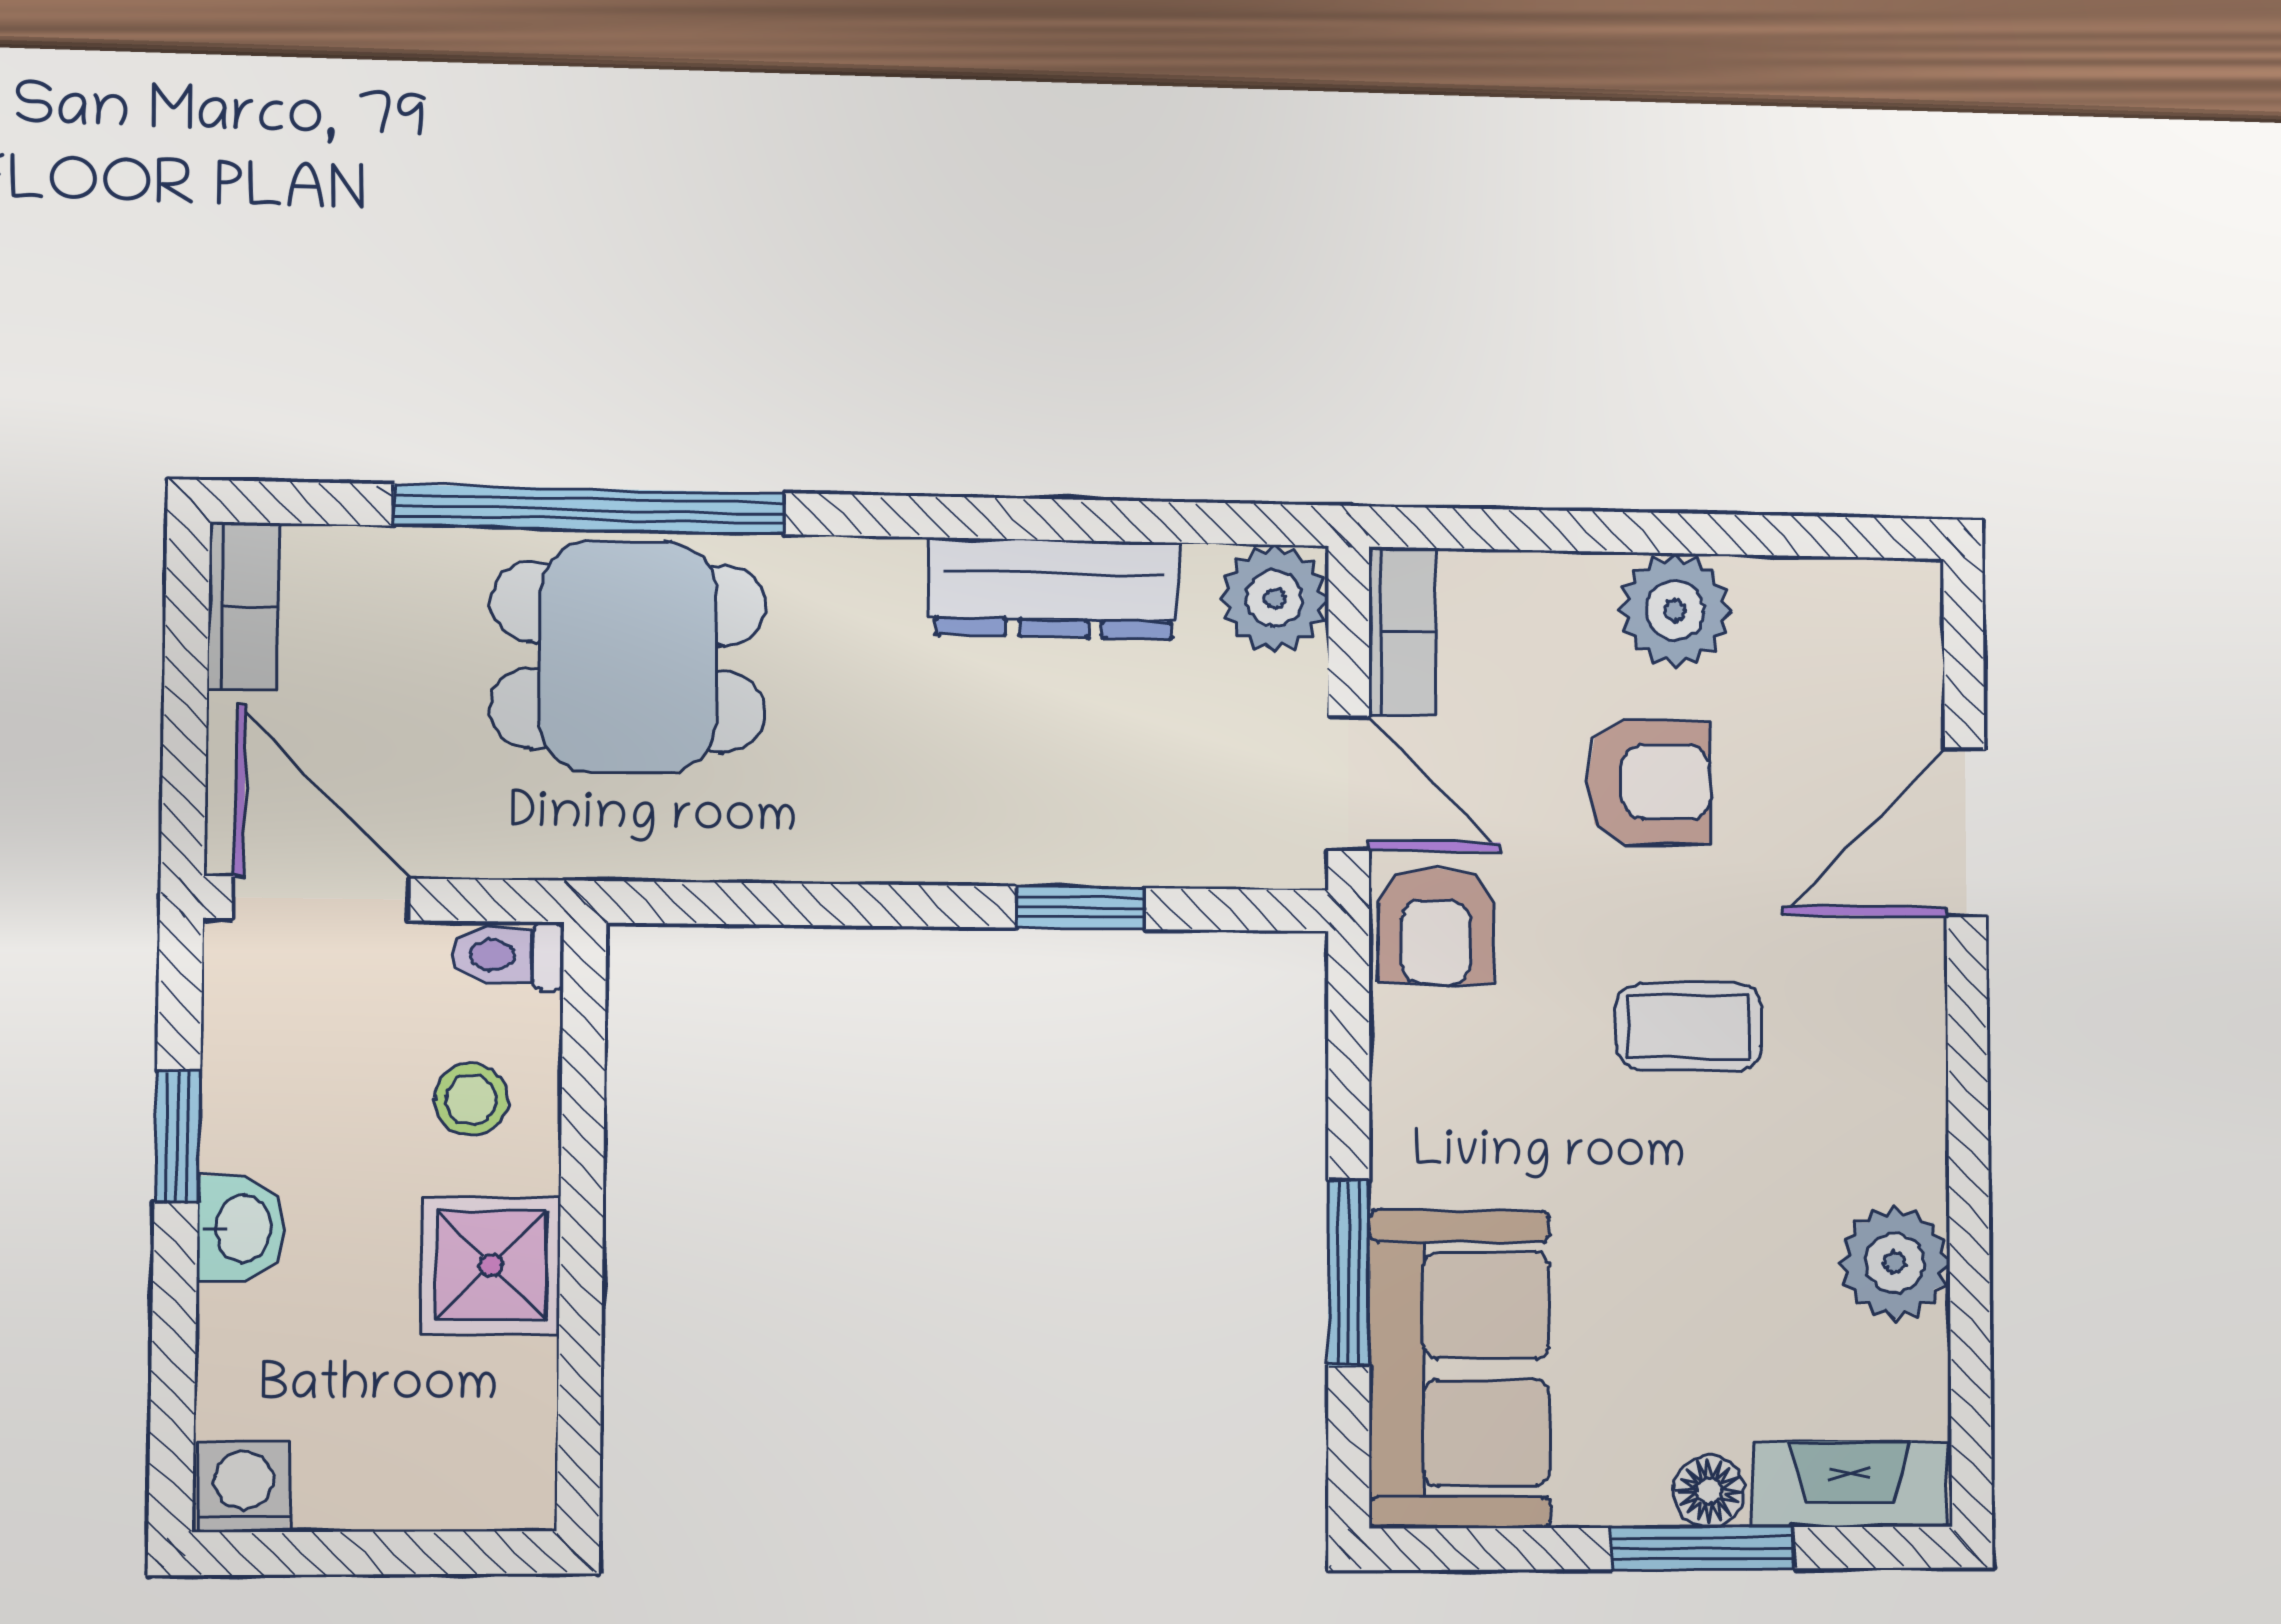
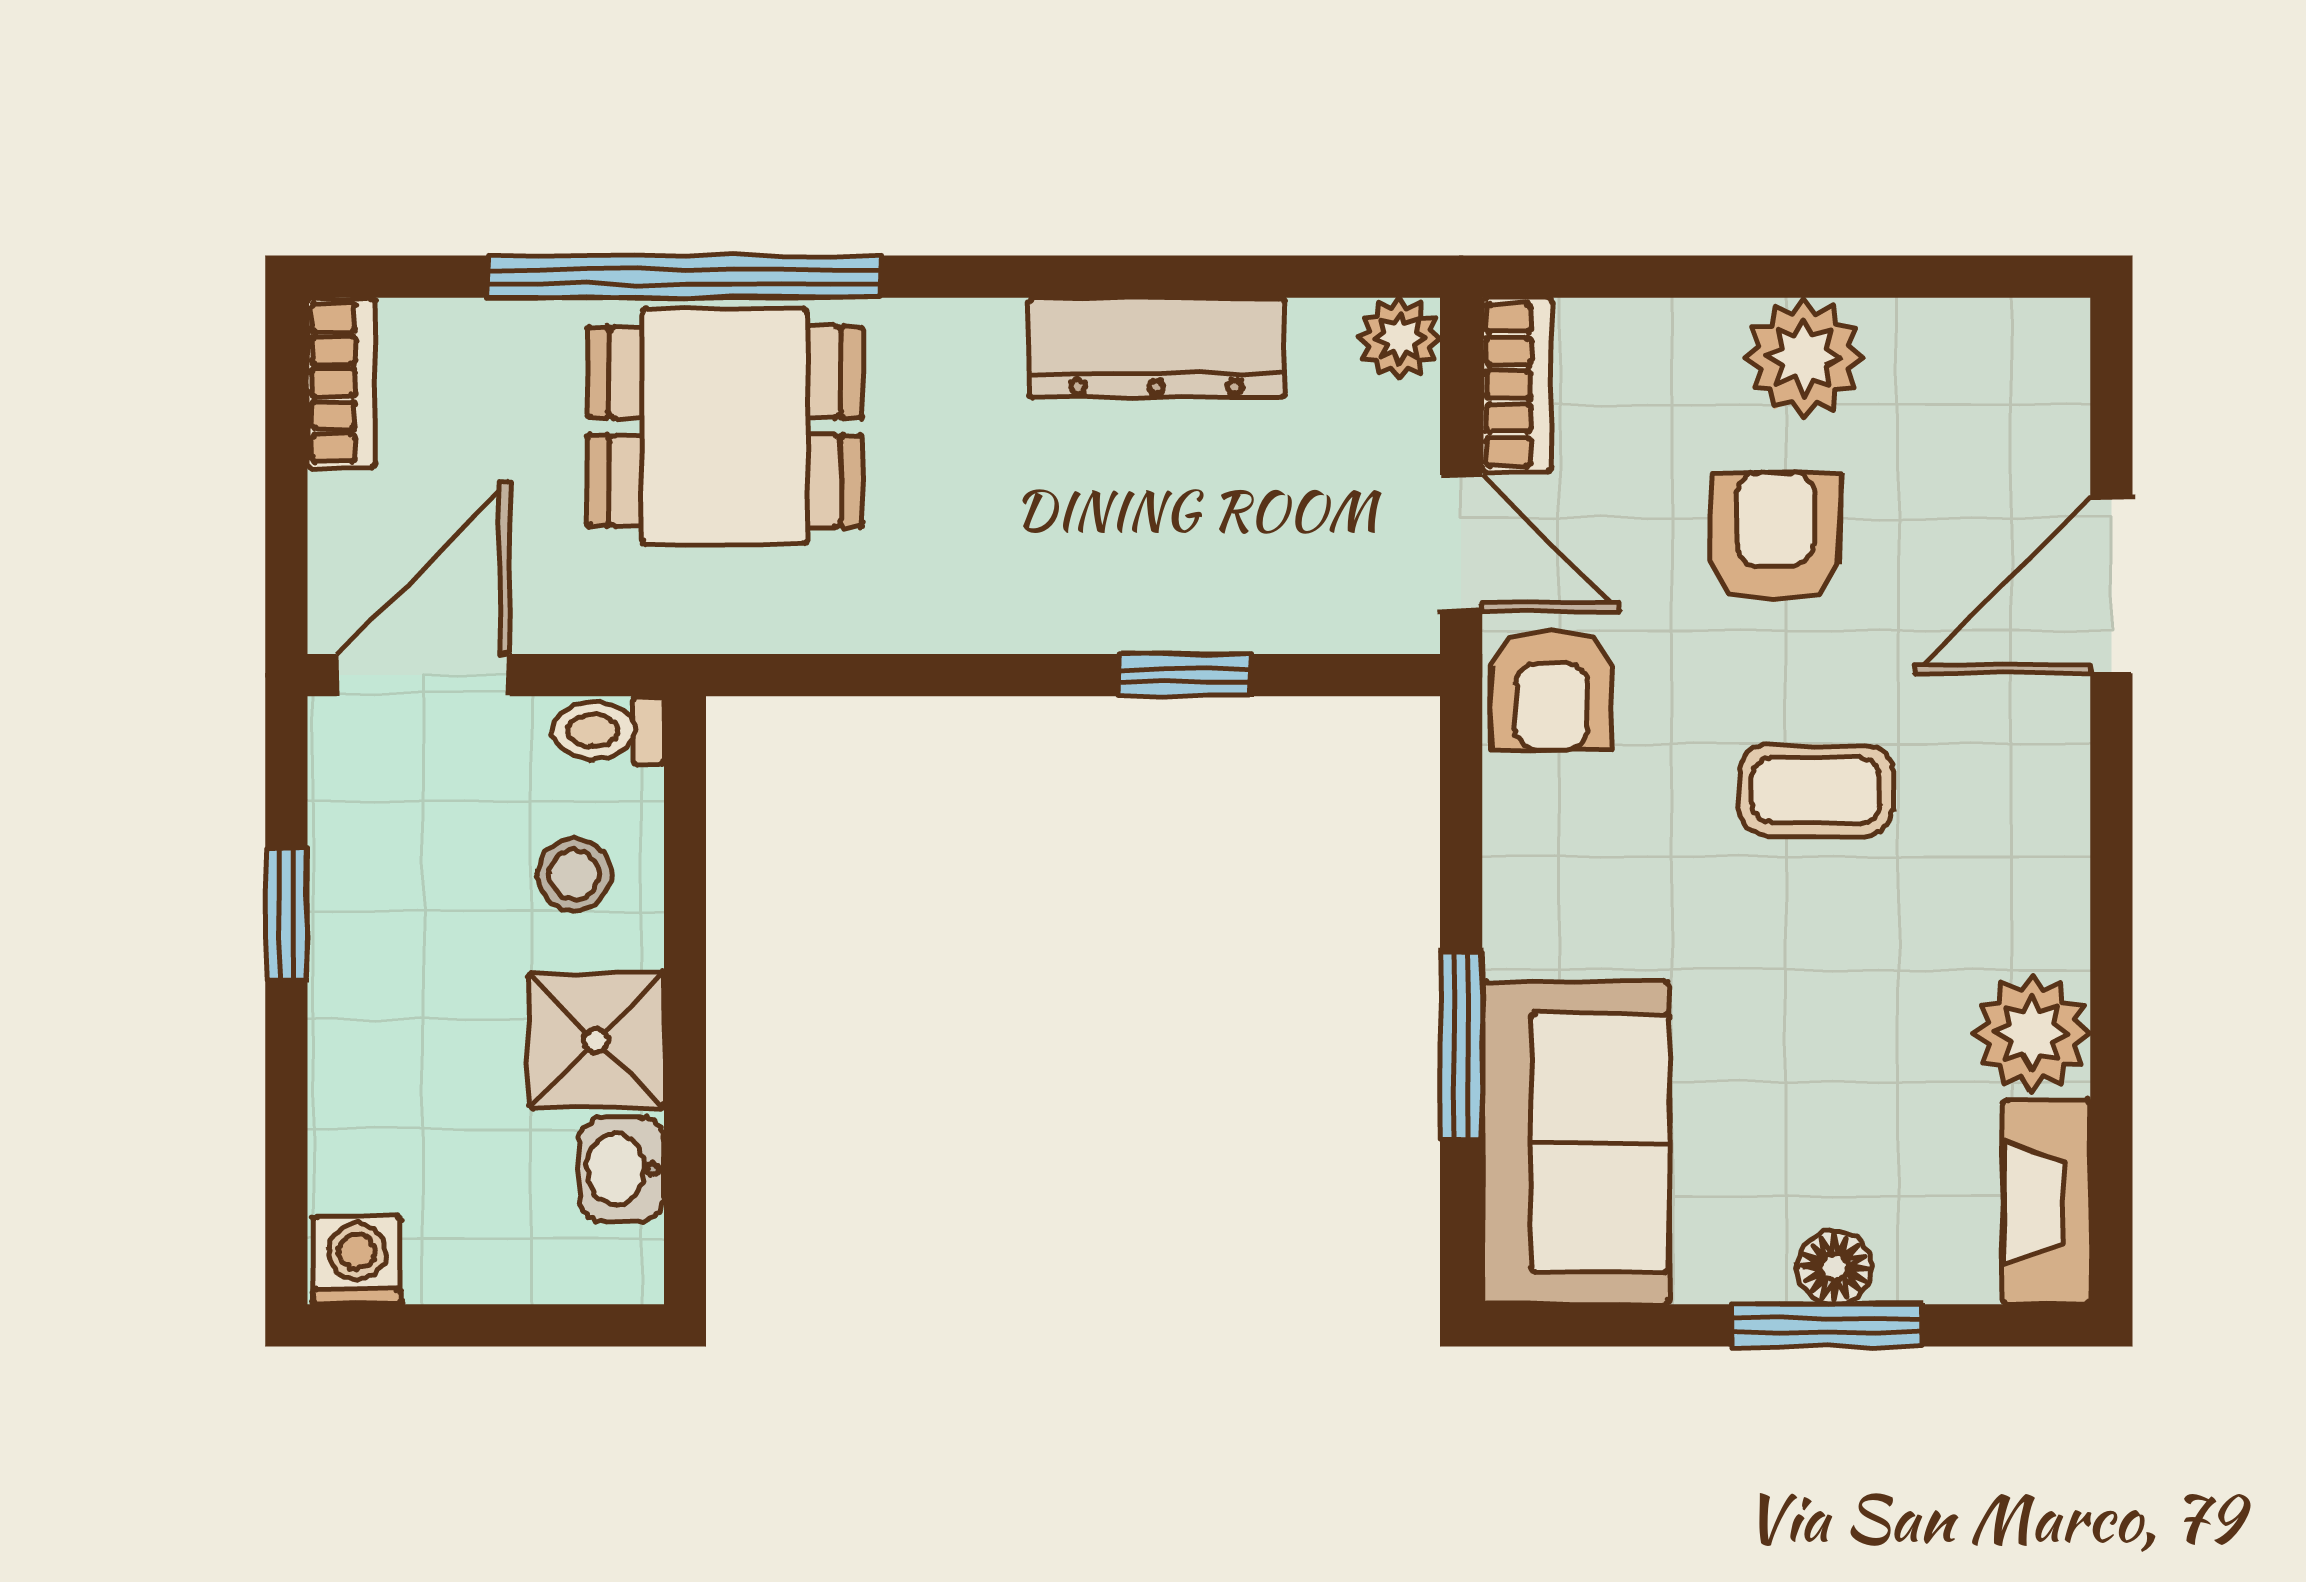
plant: (1275, 599) -> (1399, 338), width x0.73, depth x0.73
armchair: (1649, 782) -> (1775, 537), turned -89
door: (321, 898) -> (423, 675), hinge flipped
washbasin: (241, 1229) -> (622, 1169), moved, turned 180
fireplace: (1850, 1484) -> (2047, 1202), moved, turned -90

